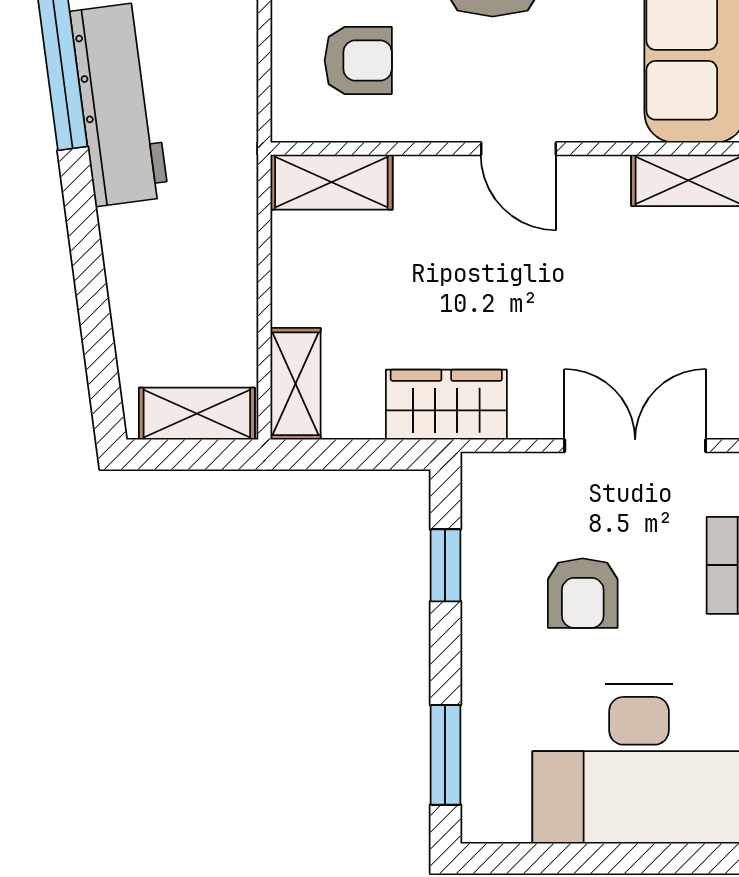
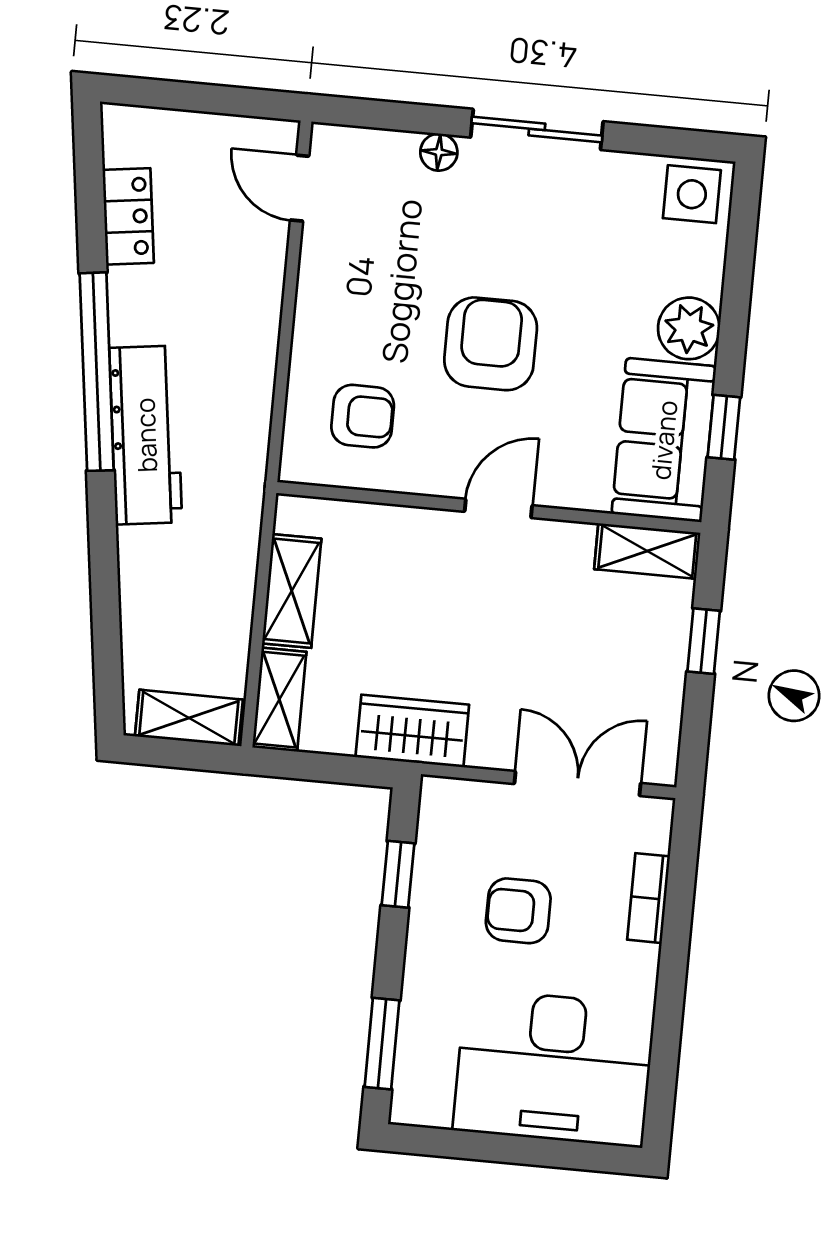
door: (519, 149) -> (498, 508), swing flipped
shelving: (331, 182) -> (292, 591), moved, turned 90
armchair: (583, 593) -> (518, 911), turned 90

